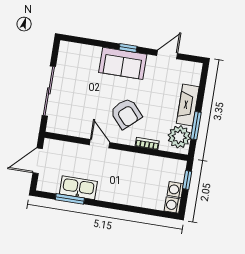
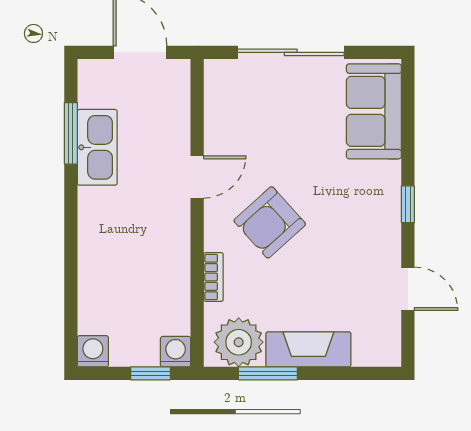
sofa: (123, 63) -> (374, 111), moved
washing machine: (175, 190) -> (176, 352), moved

